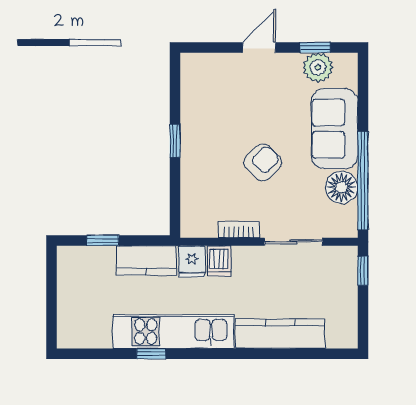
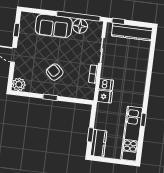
plant: (318, 67) -> (19, 84), moved
armchair: (263, 162) -> (55, 72), moved
kitchen counter: (147, 261) -> (99, 143), moved
kitchen unit: (173, 332) -> (132, 134), moved
kitchen counter: (280, 334) -> (132, 32), moved, turned -90

